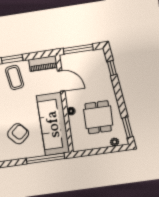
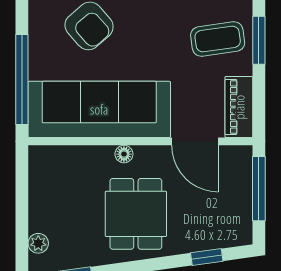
door: (61, 81) -> (195, 141), hinge flipped
dining table: (98, 117) -> (136, 214), moved, turned 90

